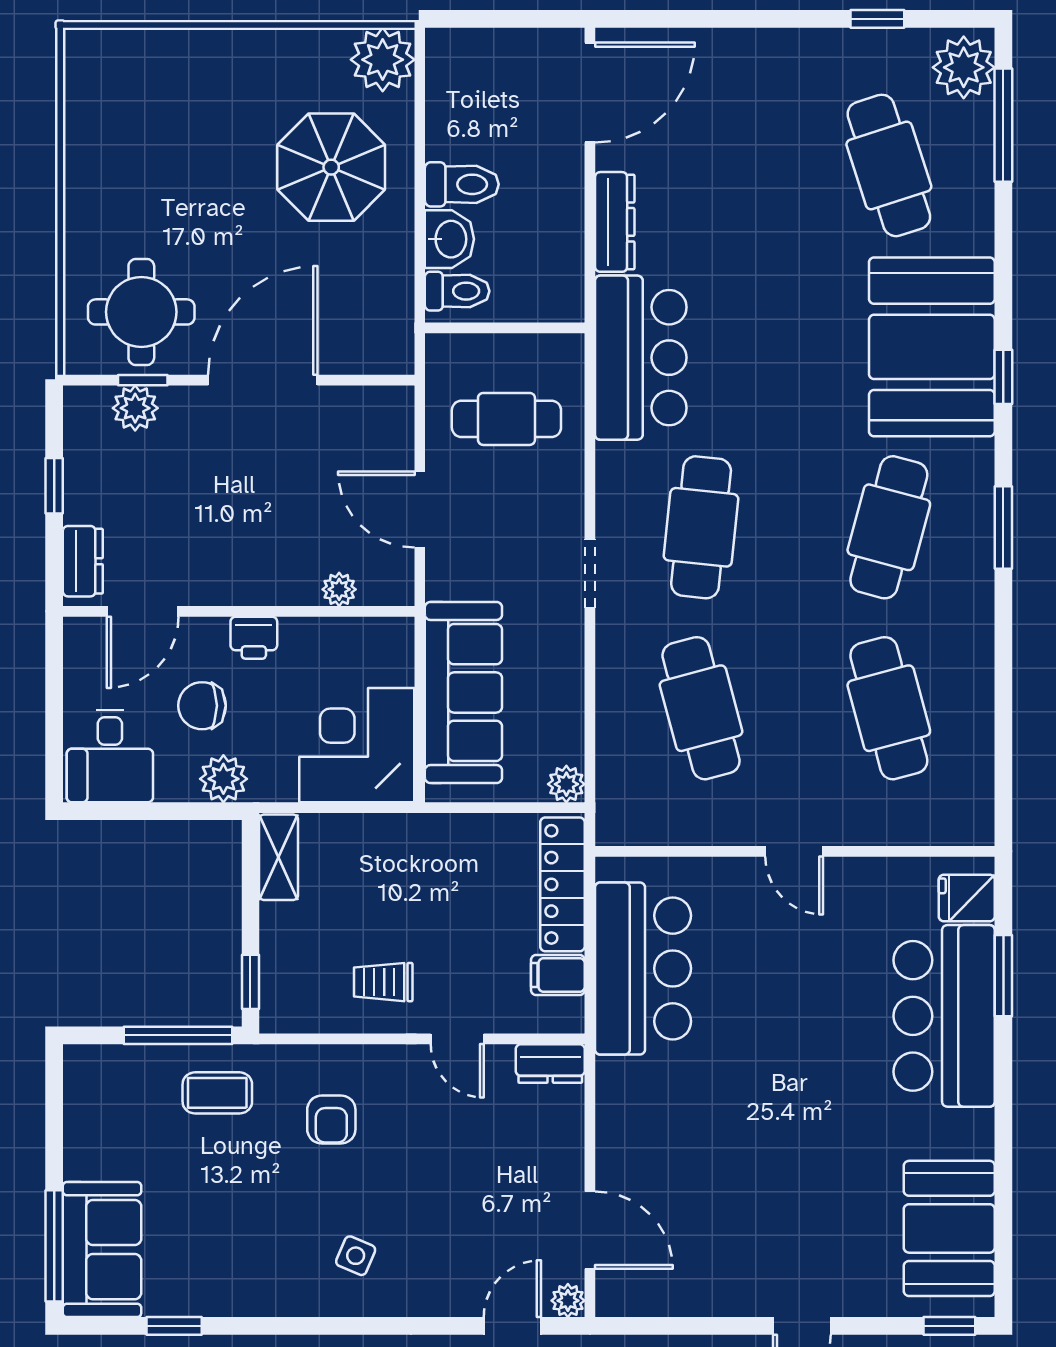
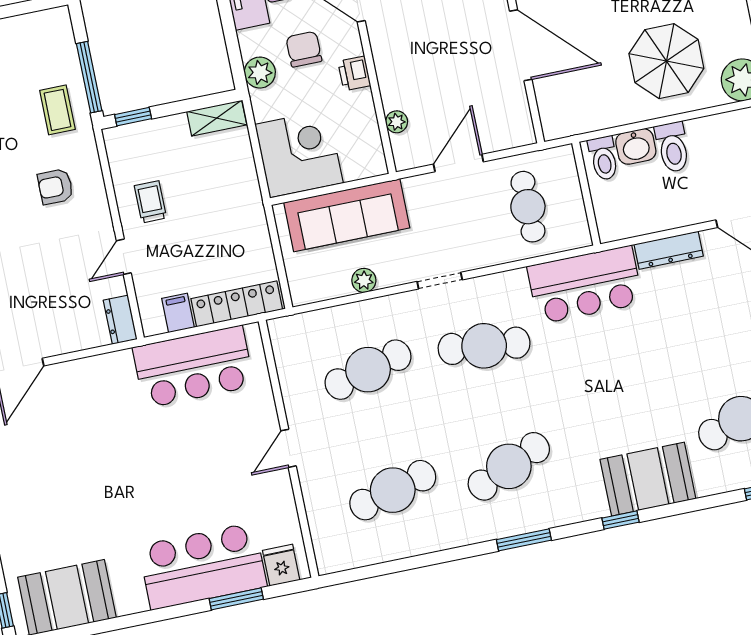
booth: (932, 347) -> (648, 479), width x0.73, depth x0.70
cafe table: (889, 527) -> (509, 466), turned -39
plant: (566, 784) -> (364, 280), moved

